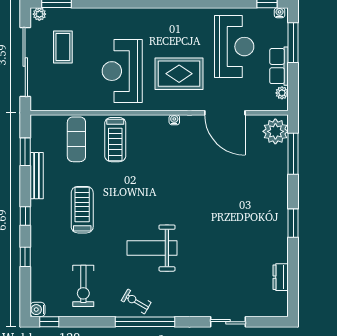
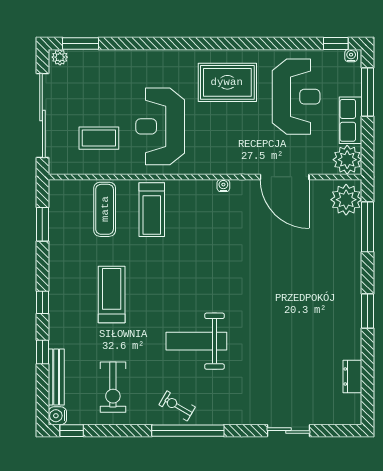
coffee table: (63, 47) -> (99, 138), moved, turned 90
rug: (179, 74) -> (227, 82), moved
plant: (282, 93) -> (347, 160), width x1.88, depth x1.88
bench: (37, 176) -> (56, 377), moved

